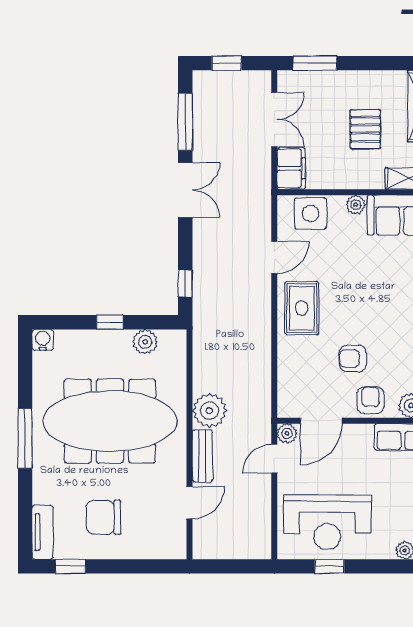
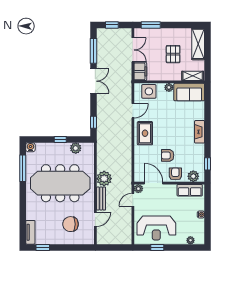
door: (321, 421) -> (154, 183), swing flipped
window: (25, 438) -> (23, 168), moved
chair: (104, 517) -> (71, 224), moved

